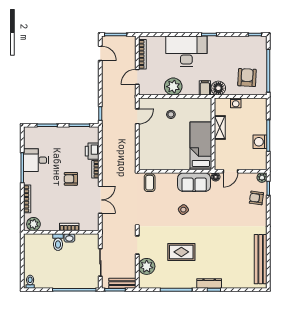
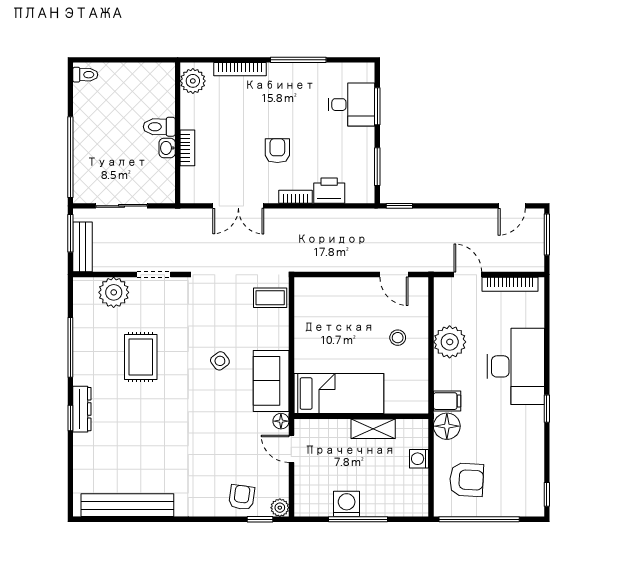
desk: (36, 160) -> (351, 105), moved, turned 90

